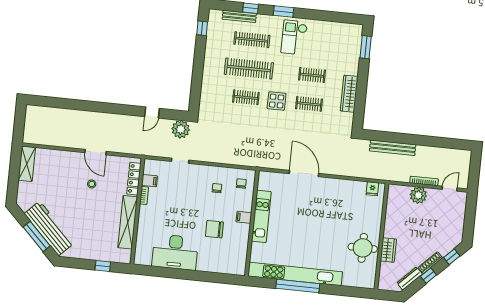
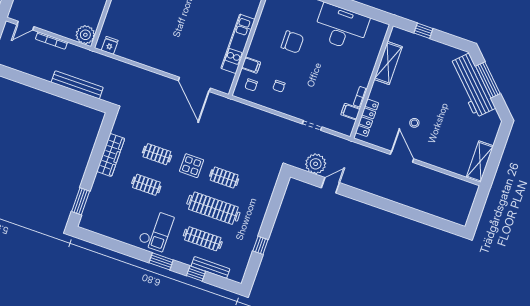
window: (202, 28) -> (260, 245), moved
plant: (181, 129) -> (316, 164), moved
door: (304, 174) -> (194, 84), moved
plant: (418, 195) -> (85, 35), moved
filing cabinet: (244, 217) -> (251, 65), moved
shelving: (128, 222) -> (388, 63), width x0.68

